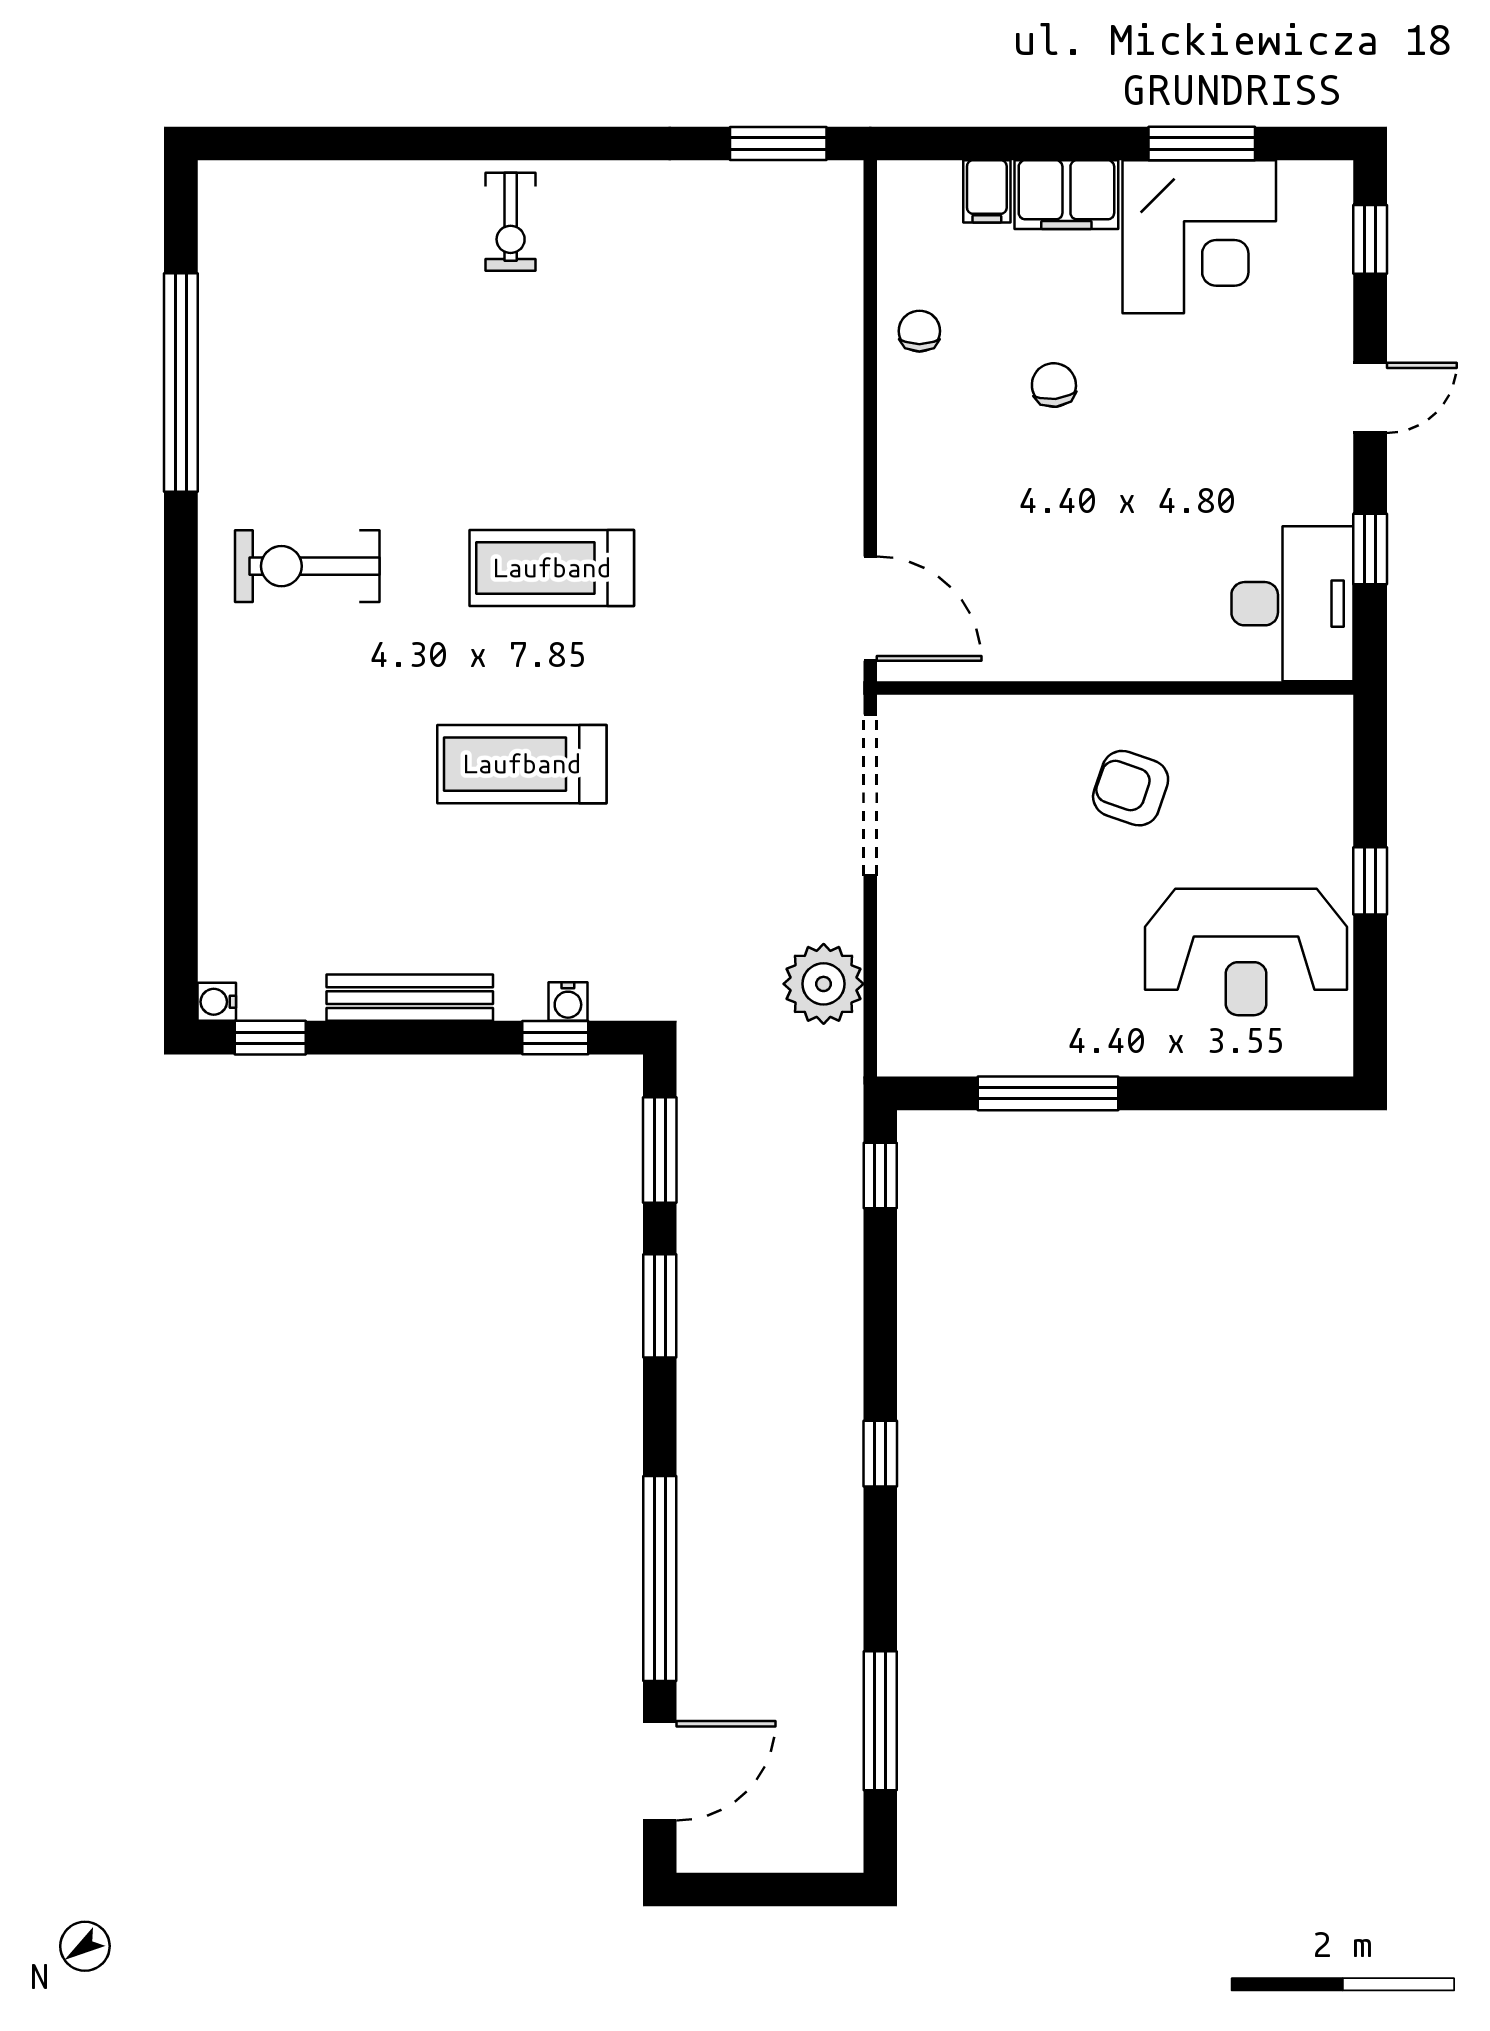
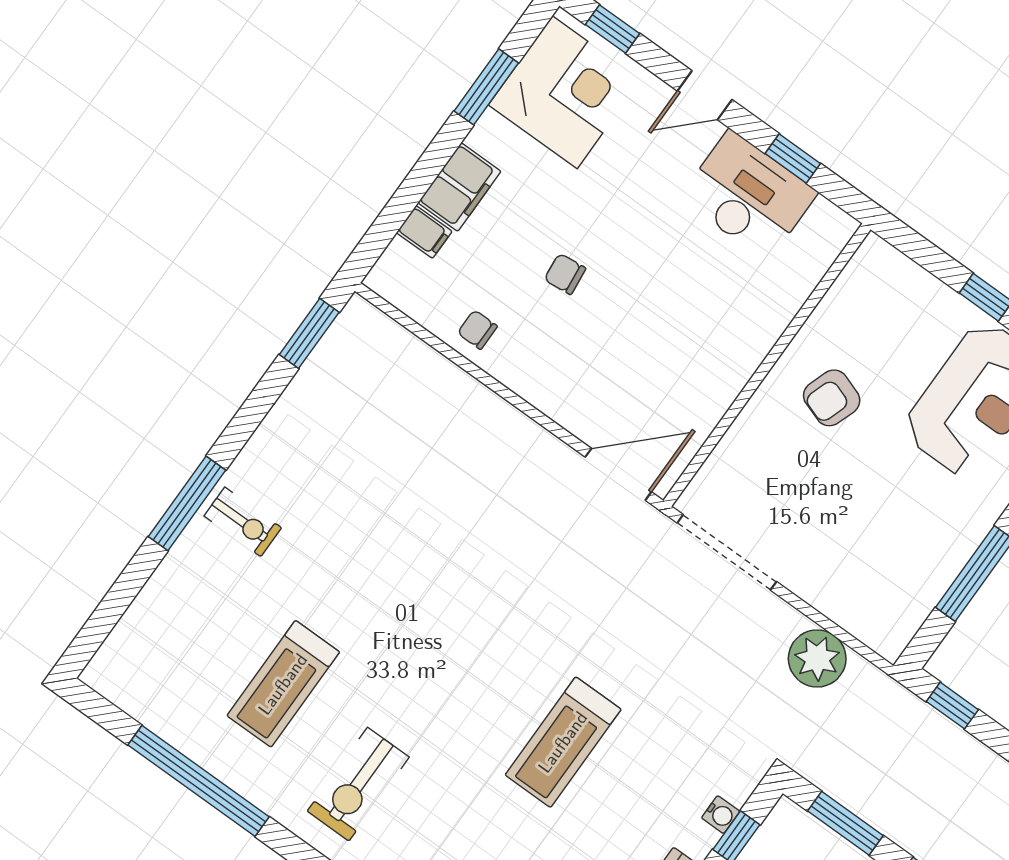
window: (486, 143) -> (187, 503), added
corner desk: (1199, 237) -> (565, 92), moved
door: (1370, 398) -> (705, 95), swing flipped
treadmill: (552, 568) -> (283, 684), moved
desk: (1293, 604) -> (749, 195), moved

